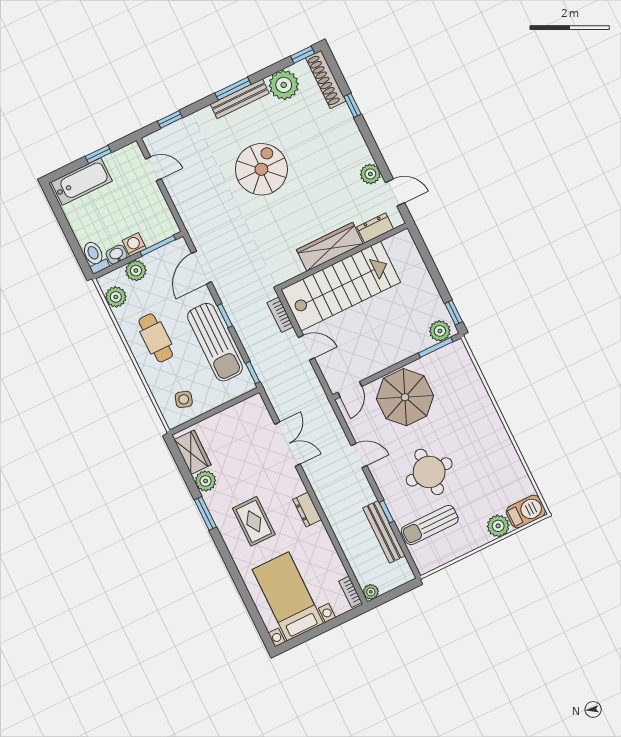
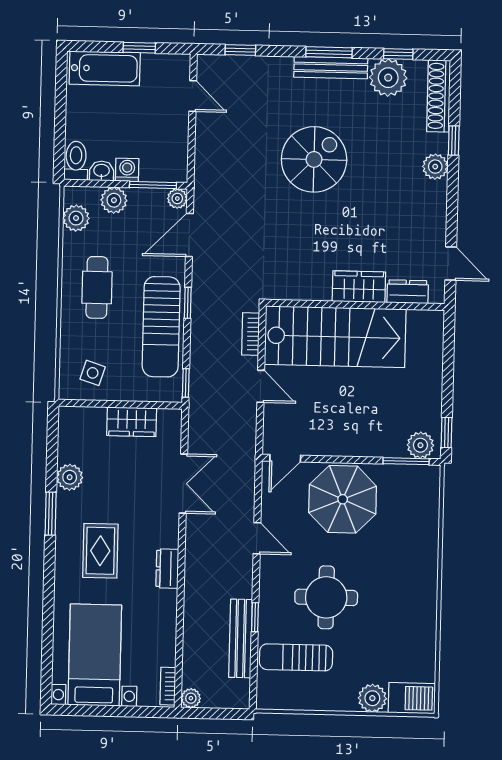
window: (303, 55) -> (398, 54), moved
plant: (370, 174) -> (435, 167), moved
plant: (180, 246) -> (177, 199), added
wardrobe: (330, 247) -> (359, 287), width x0.67
wardrobe: (193, 452) -> (132, 422), moved, turned 90

